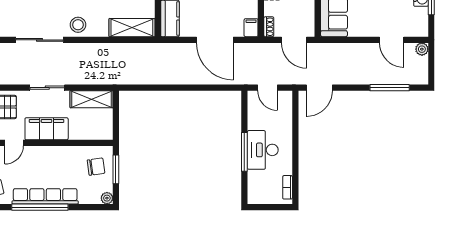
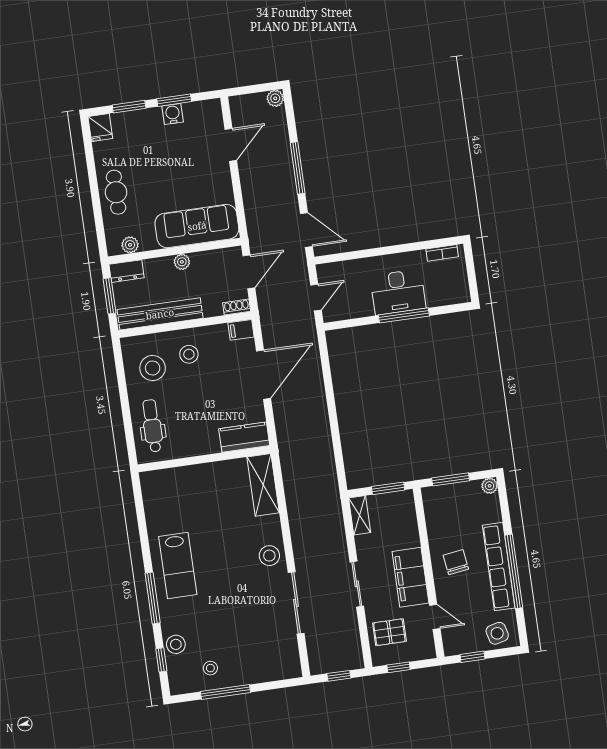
plant: (422, 49) -> (275, 98), moved
window: (390, 88) -> (298, 168), moved
shelving: (91, 99) -> (360, 515), width x0.67, depth x0.75
window: (116, 121) -> (388, 488), added
chair: (96, 167) -> (456, 562), moved

